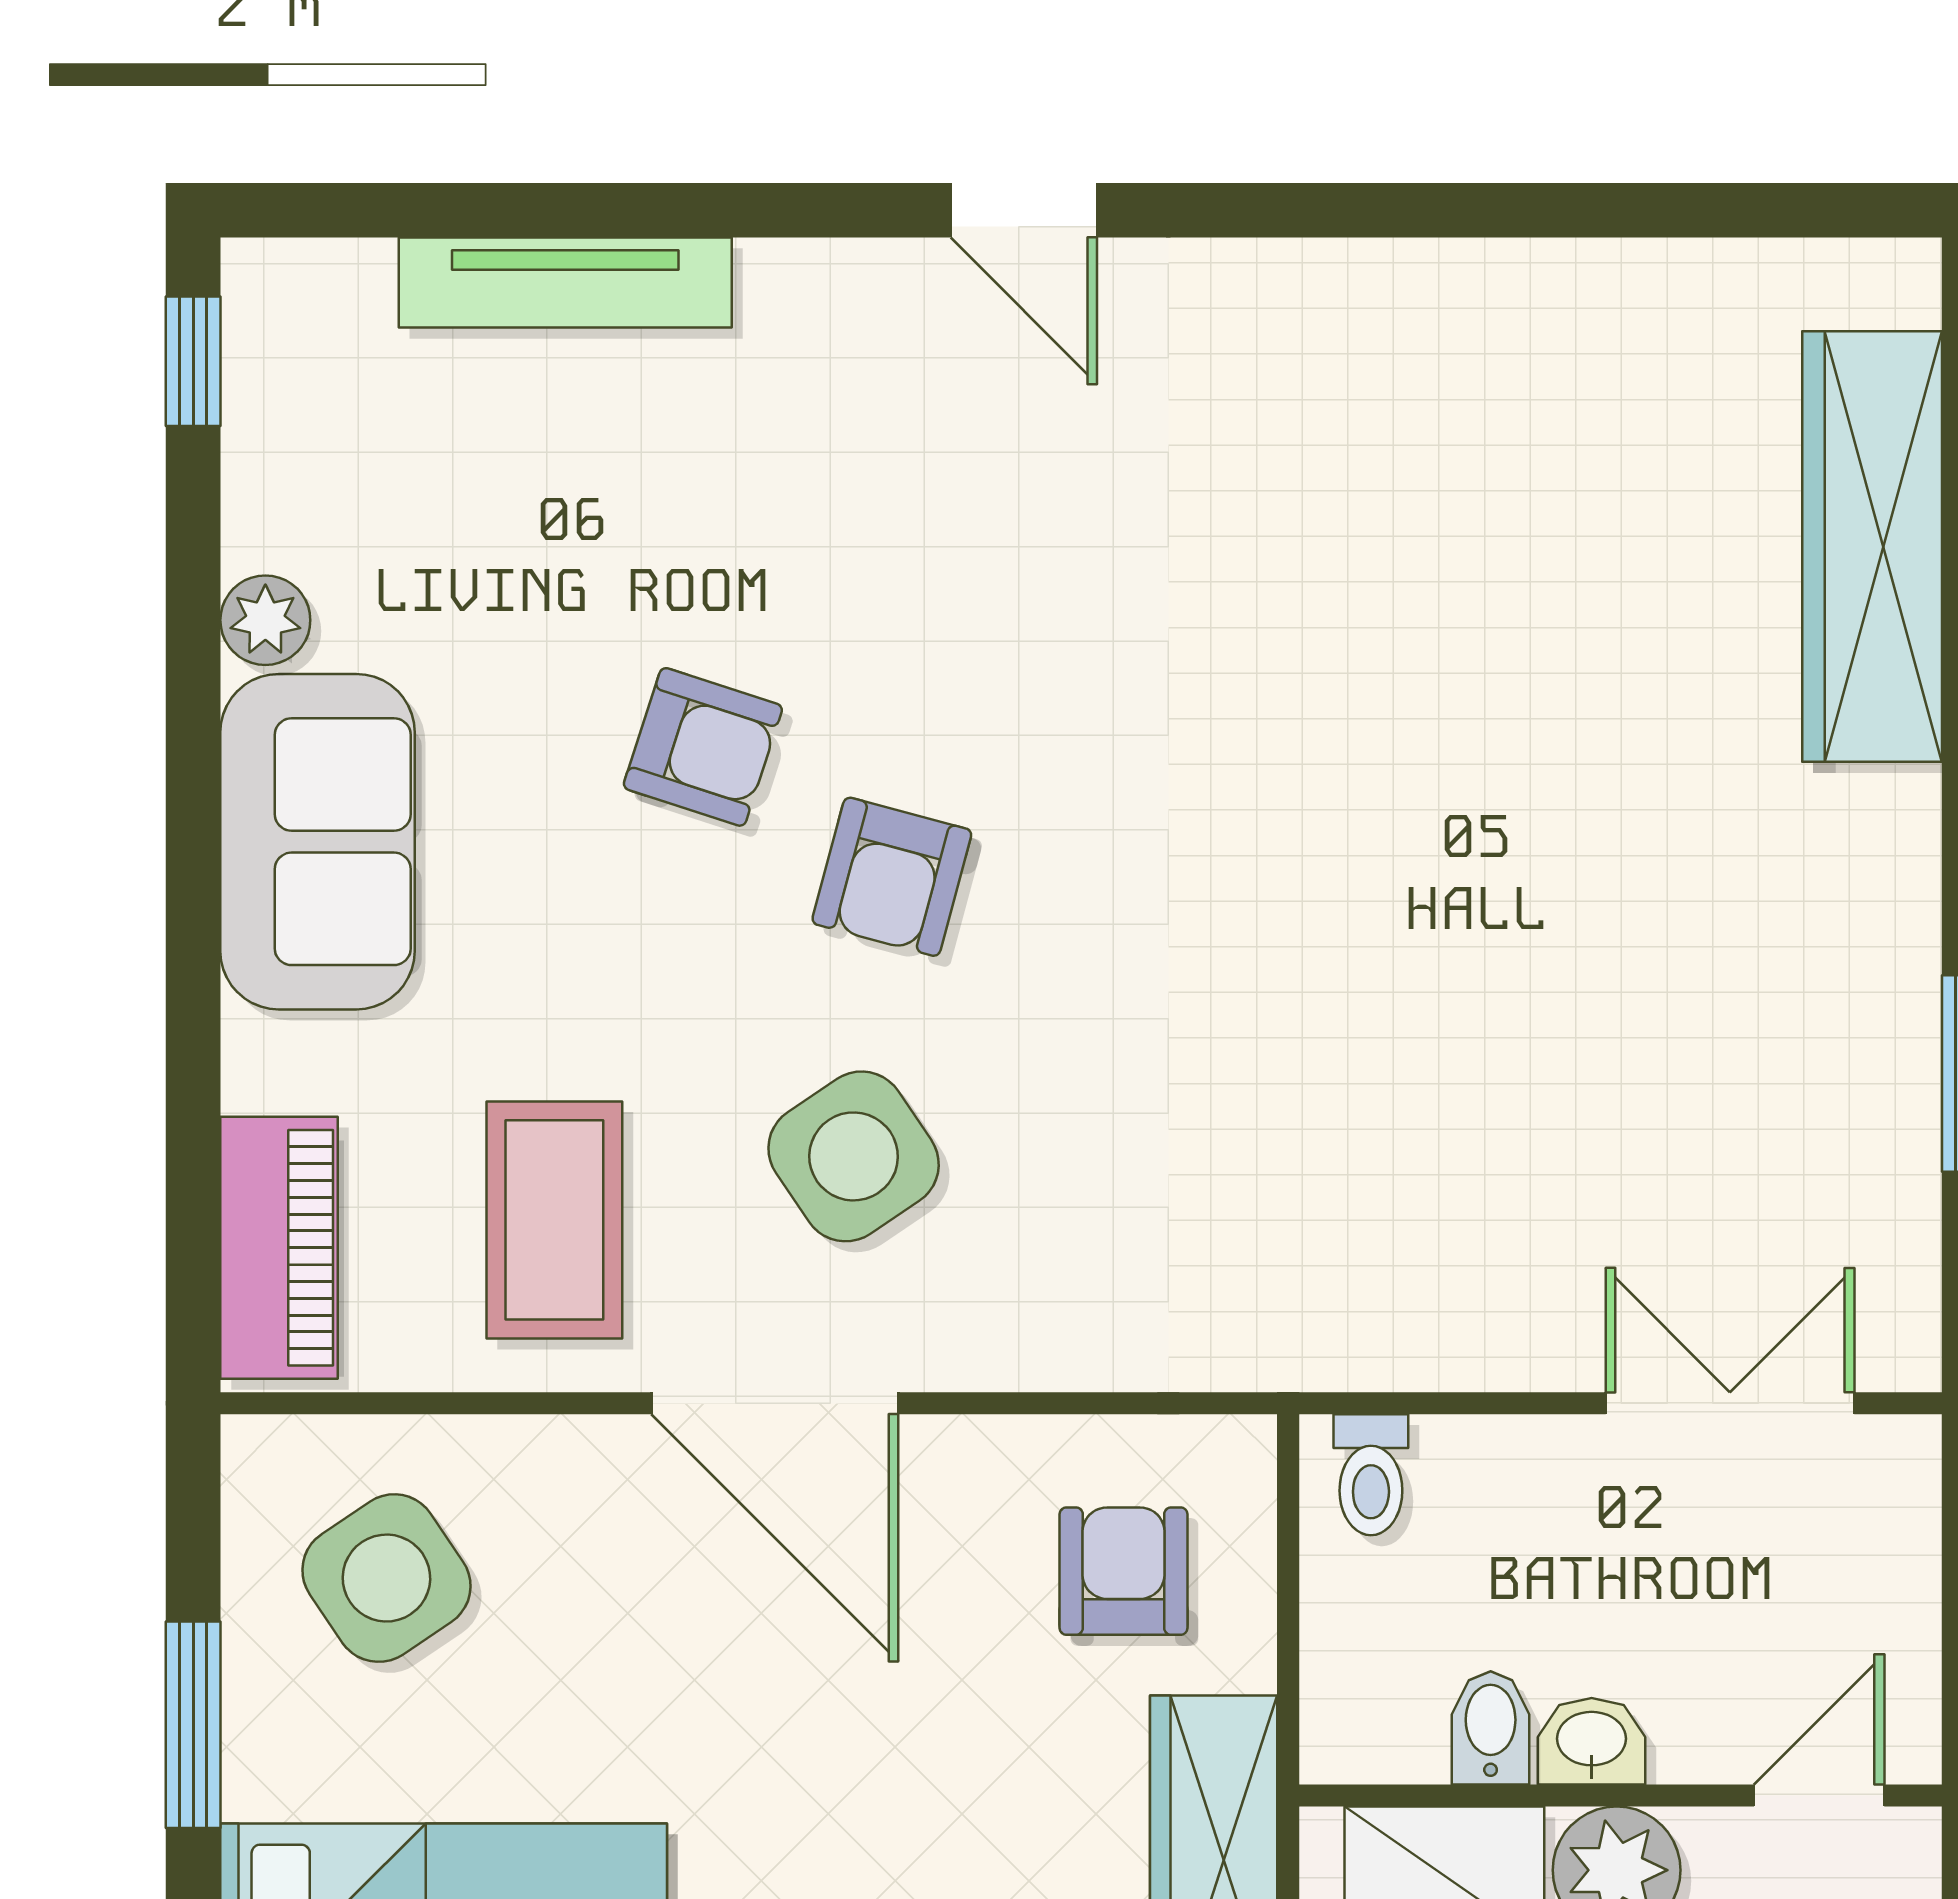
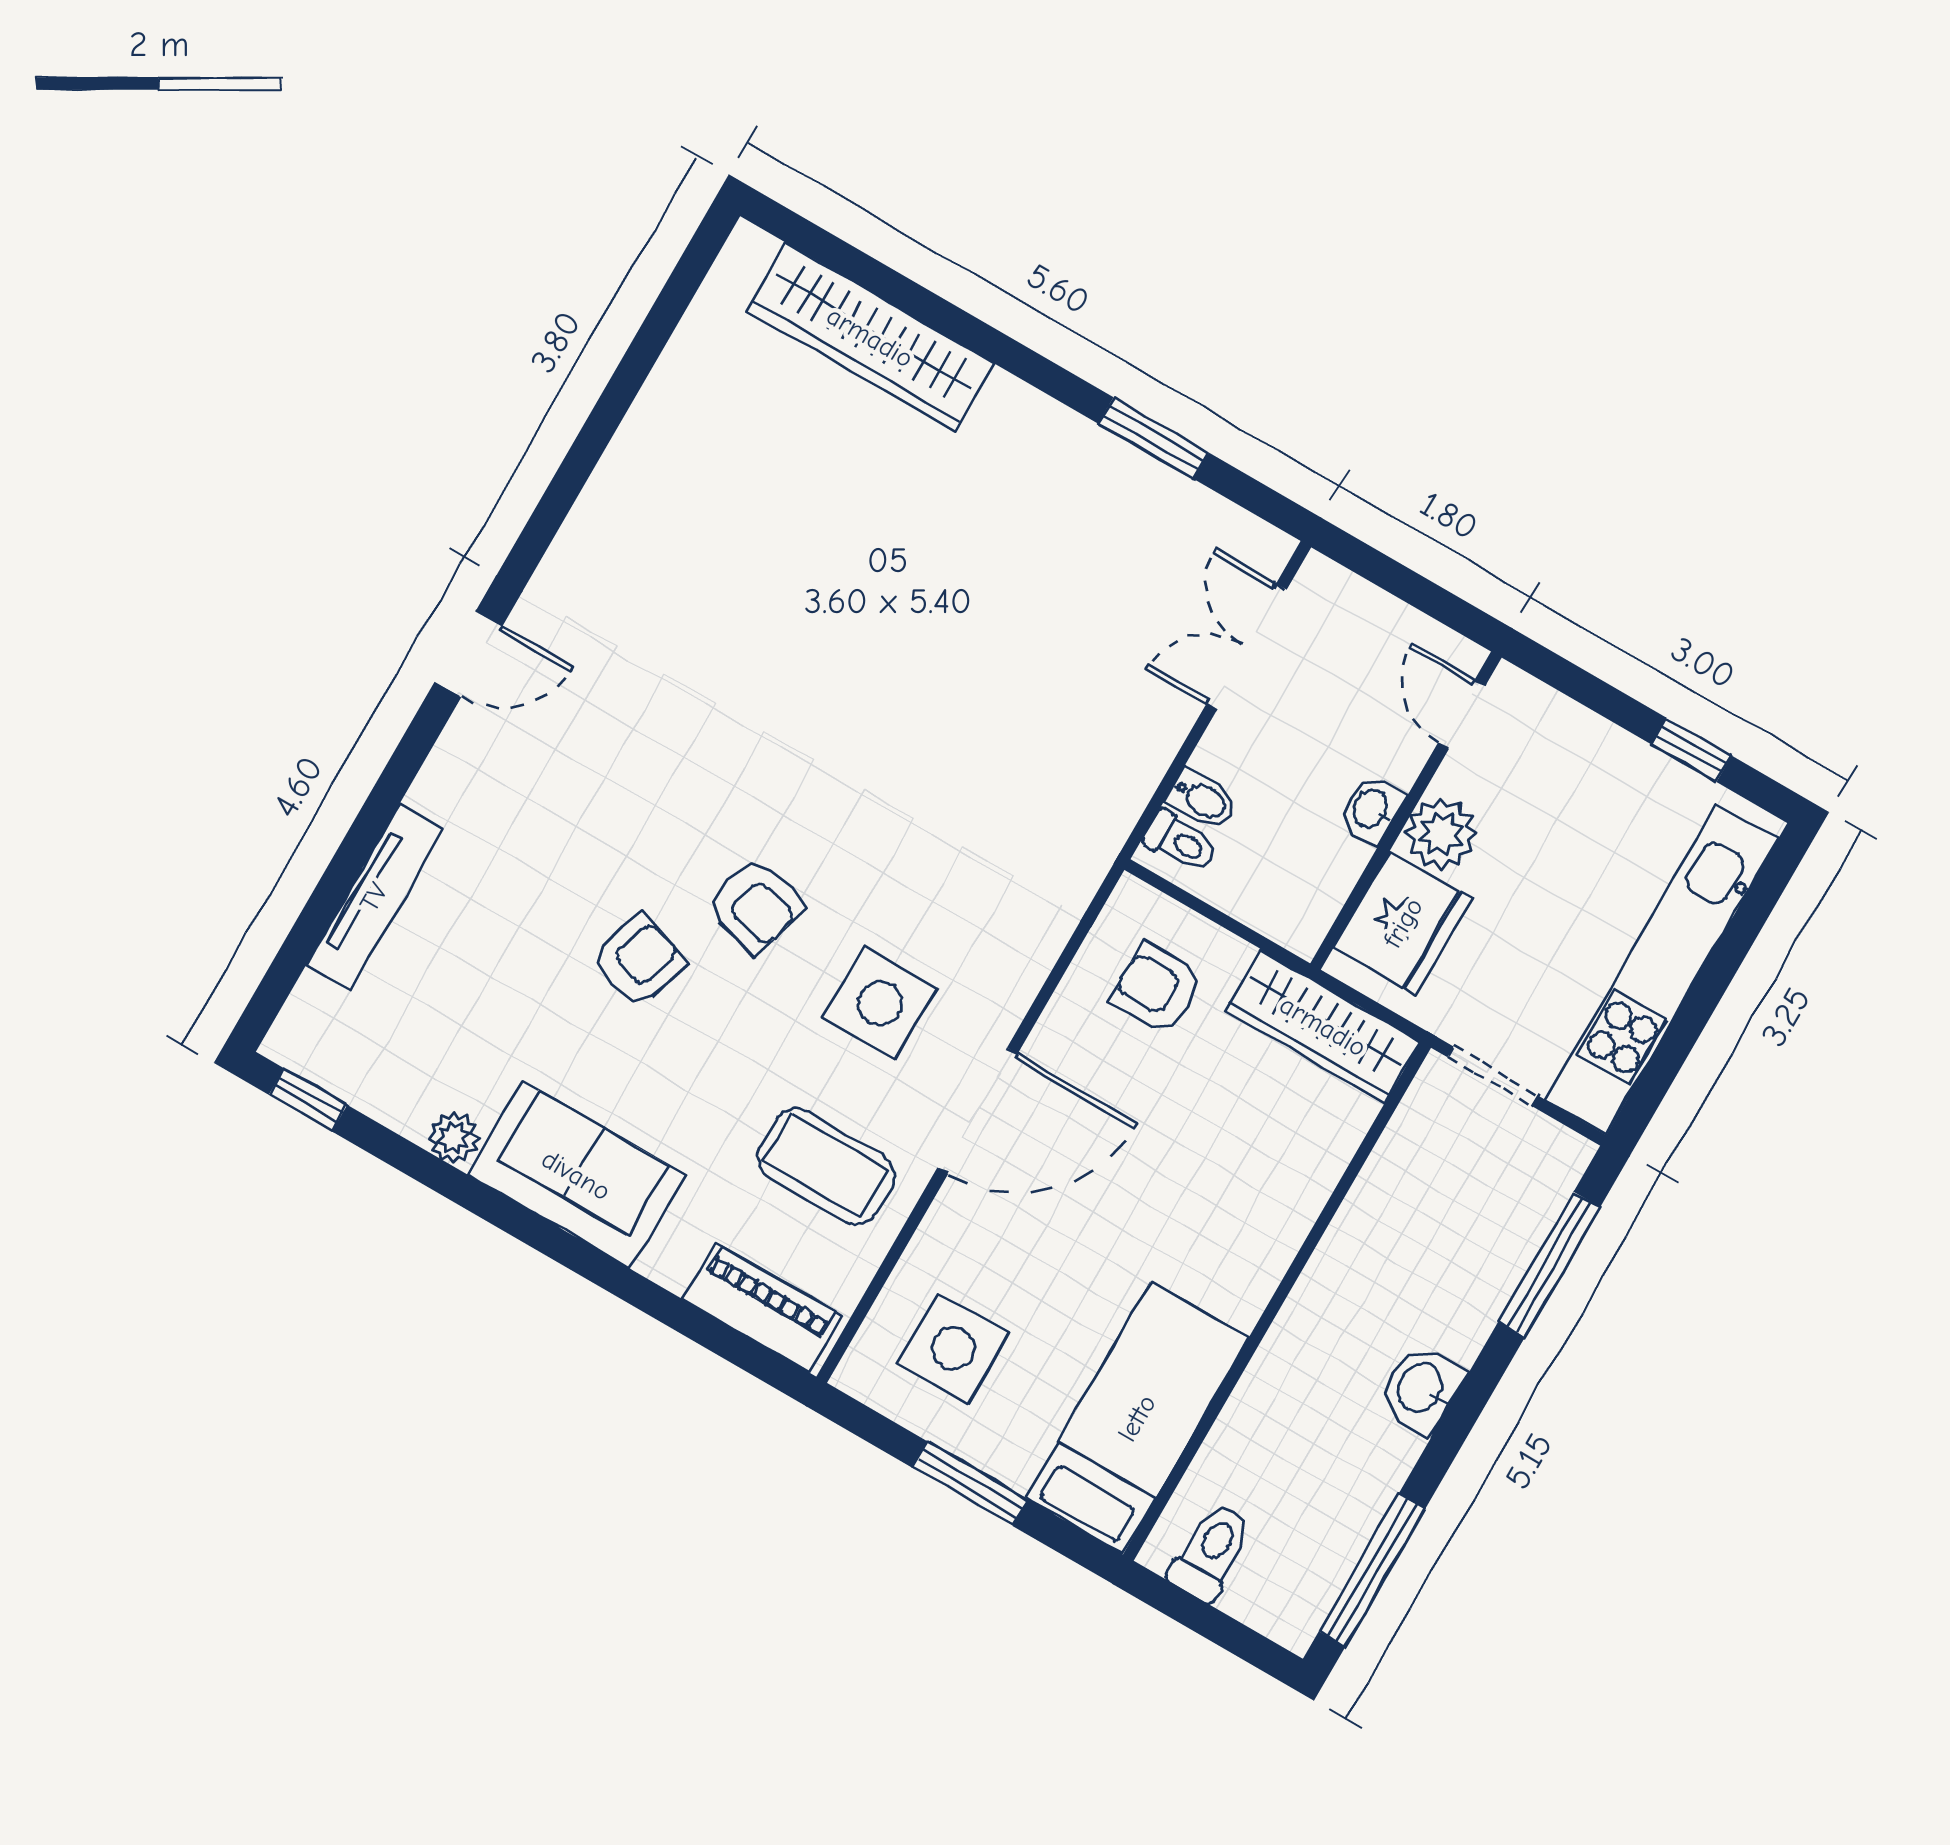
side table: (854, 1156) -> (880, 1003), turned 34
side table: (386, 1578) -> (953, 1348), turned 34
bidet: (1491, 1728) -> (1202, 799), moved, turned 180

